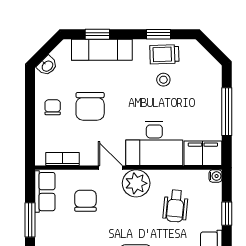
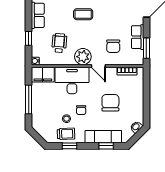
chair: (53, 107) -> (81, 110), moved
row of seats: (45, 192) -> (138, 37), moved
window: (30, 220) -> (146, 48), moved

